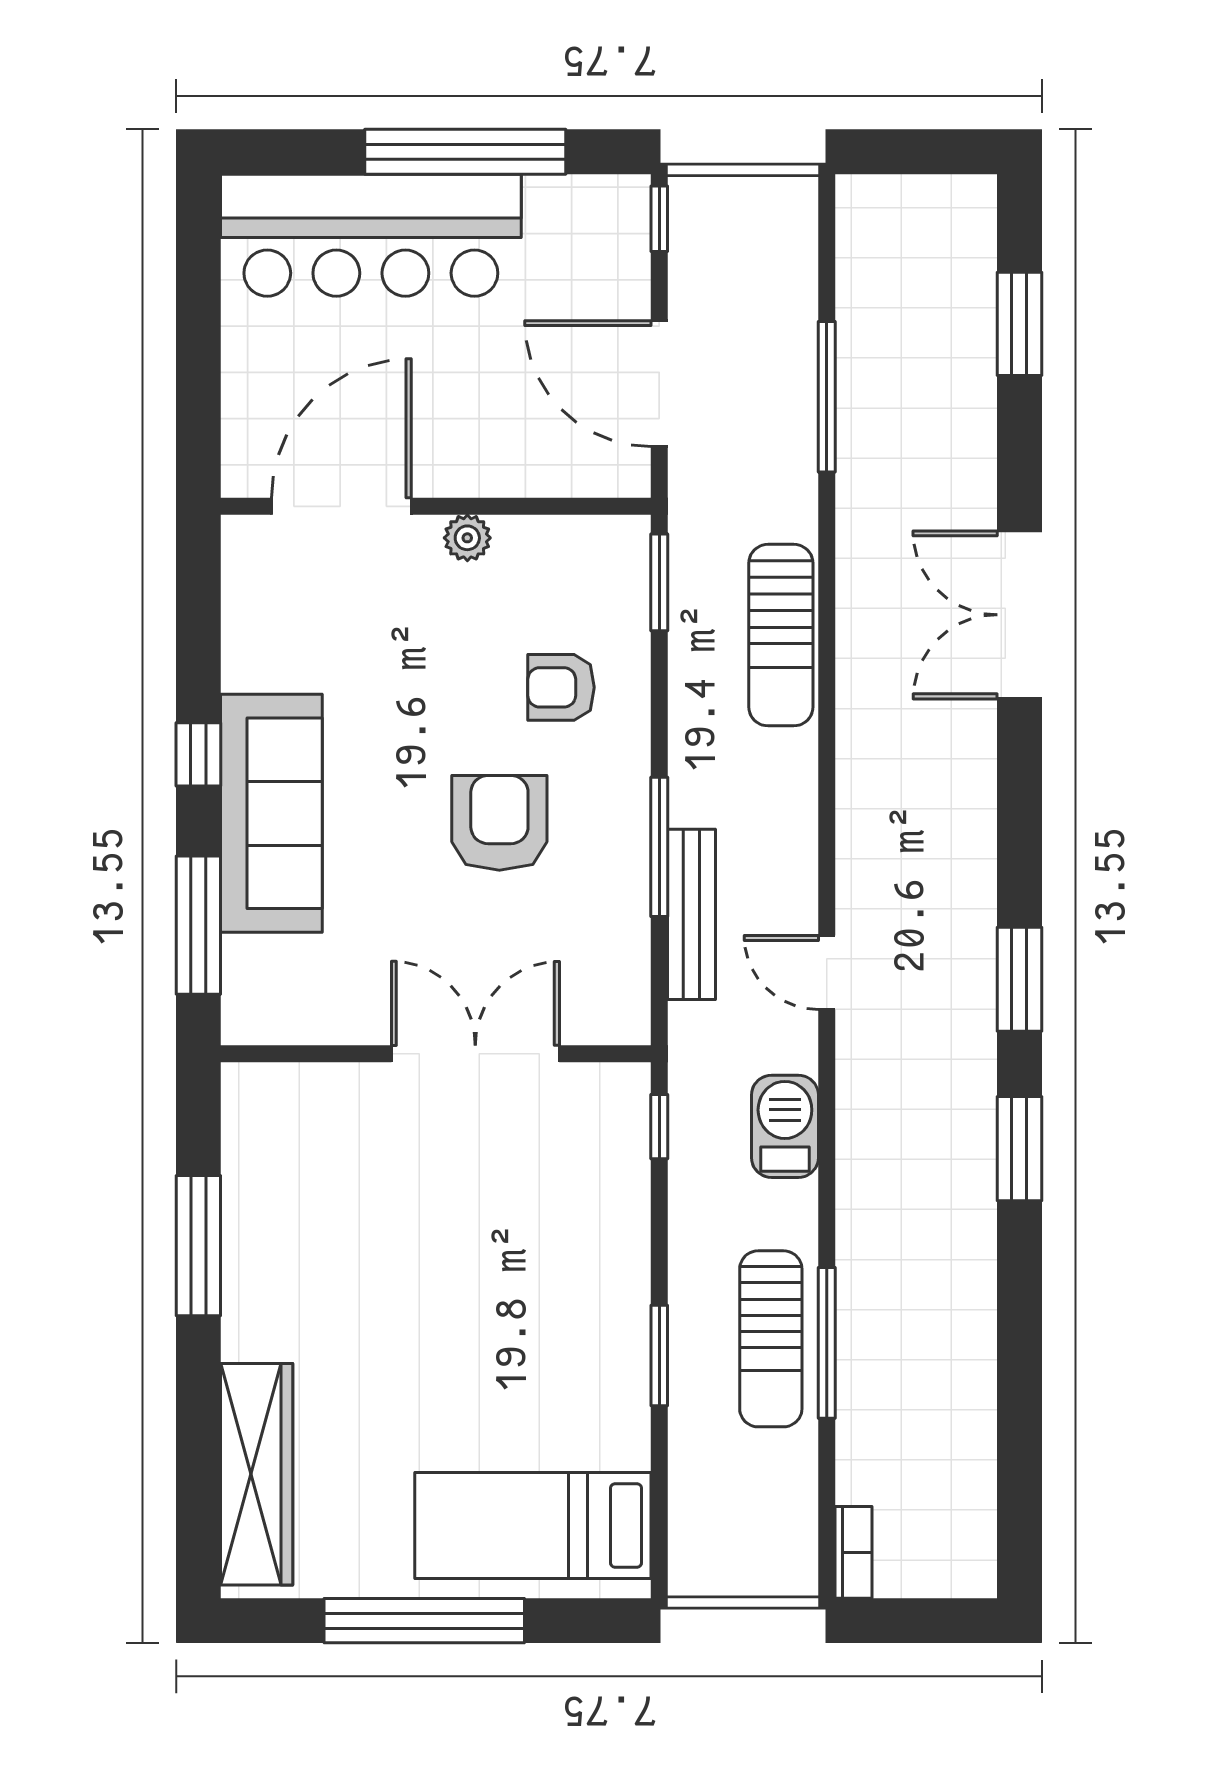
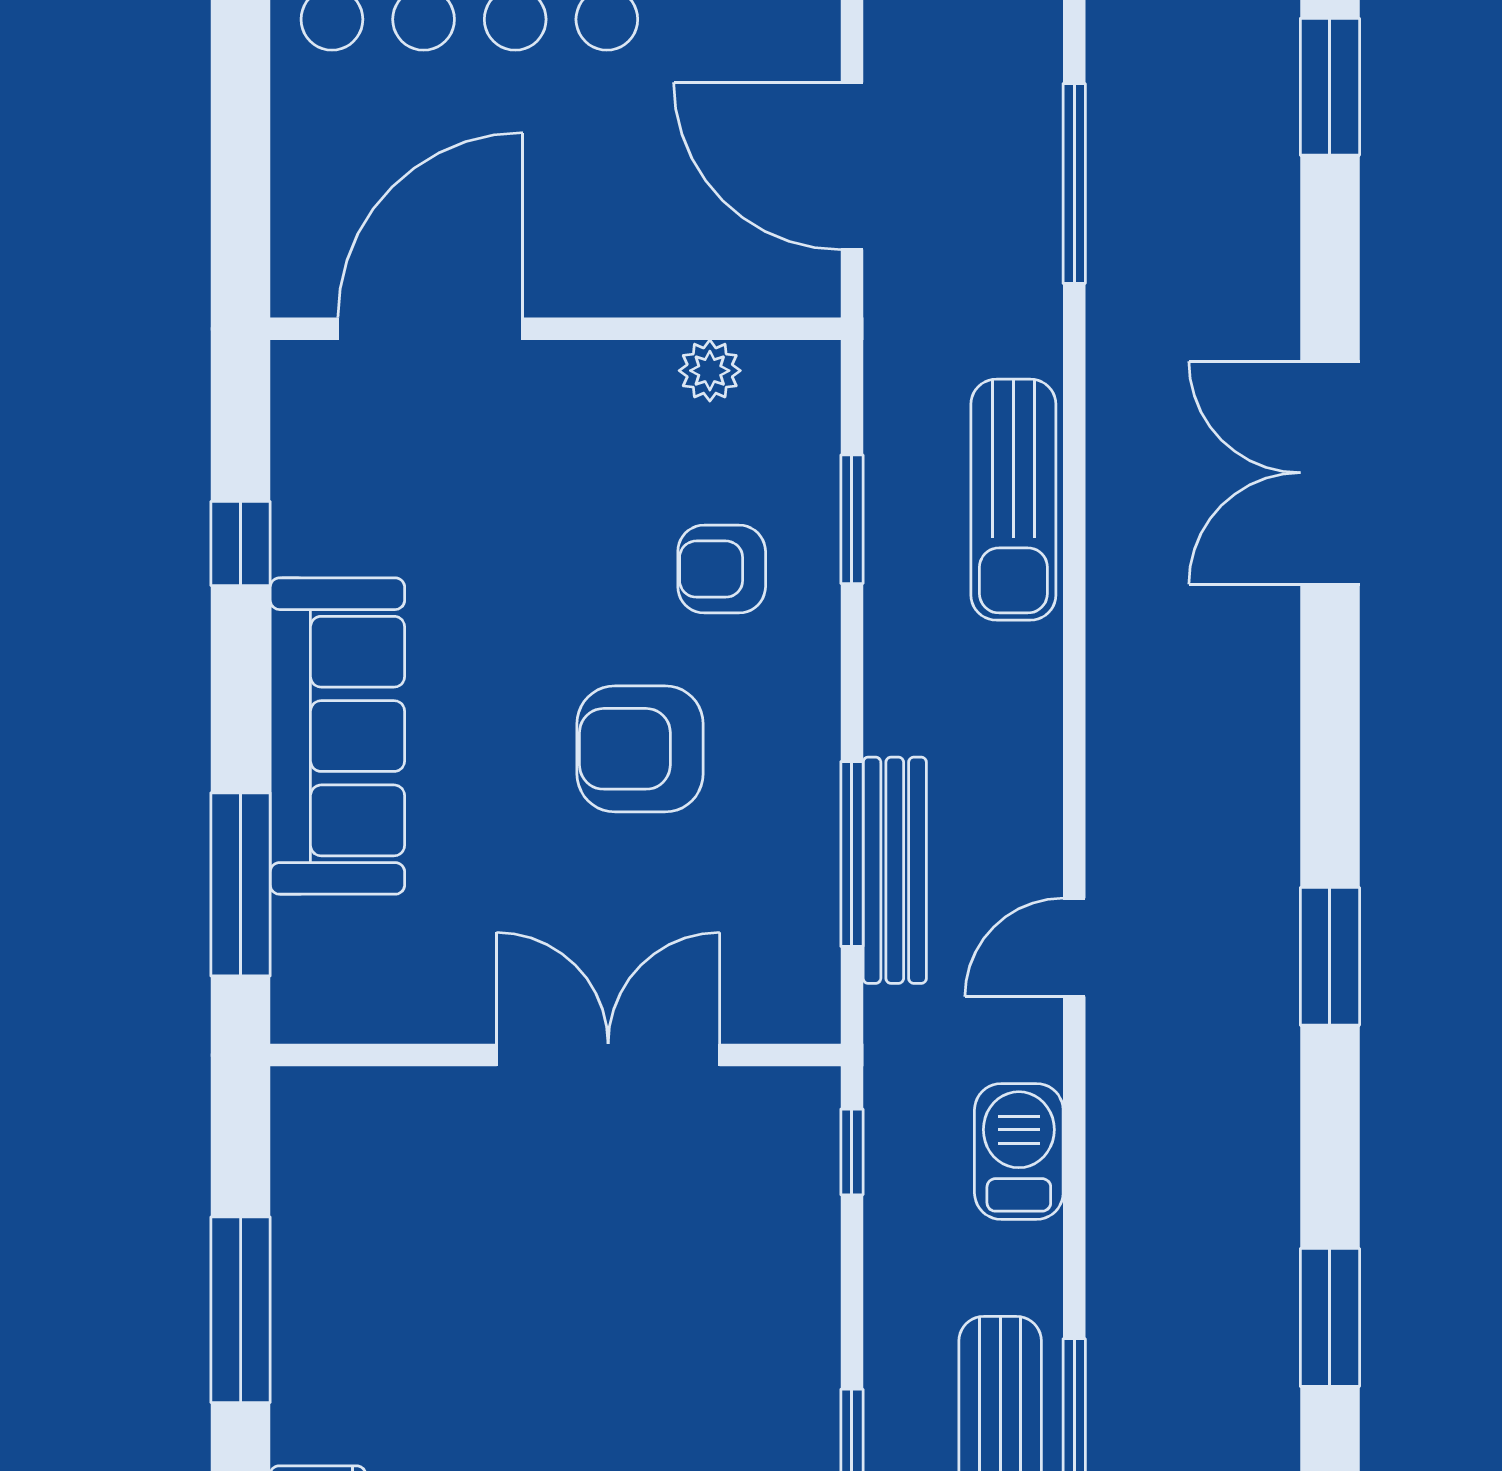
plant: (467, 538) -> (710, 371), moved
window: (659, 582) -> (852, 519), moved
window: (198, 754) -> (241, 543), moved
armchair: (499, 823) -> (640, 749), turned -90
window: (659, 847) -> (852, 854), moved
door: (827, 973) -> (1074, 947), hinge flipped
window: (1019, 1149) -> (1330, 1317), moved

